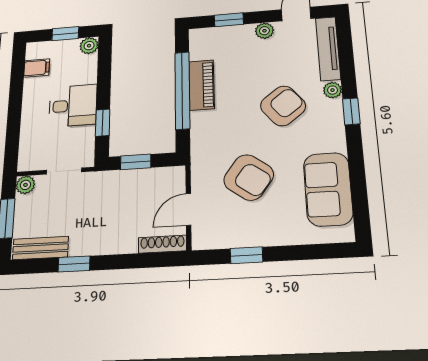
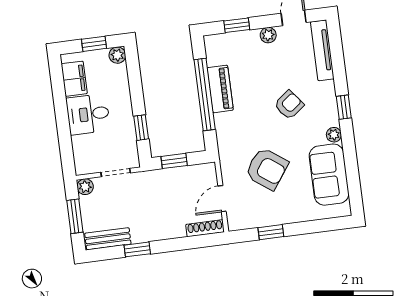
filing cabinet: (37, 68) -> (74, 79), width x2.00
plant: (332, 90) -> (334, 135), moved
desk: (73, 106) -> (88, 114), moved, turned 180
armchair: (283, 106) -> (289, 105), width x0.72, depth x0.72

